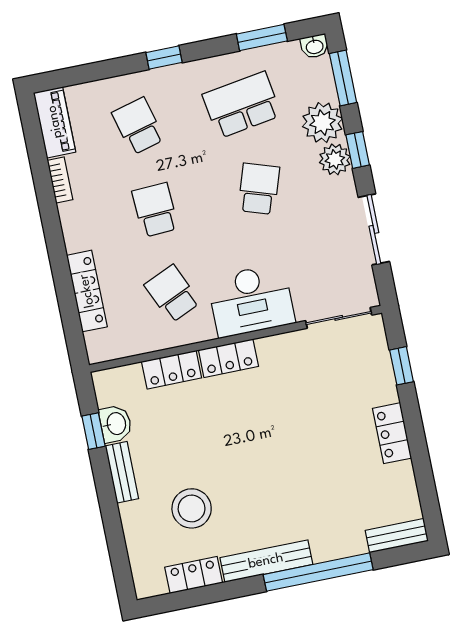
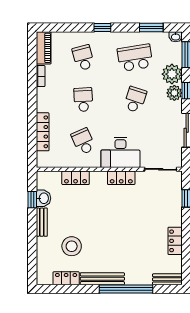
locker: (228, 358) -> (121, 178), moved
locker: (392, 433) -> (175, 241), moved

